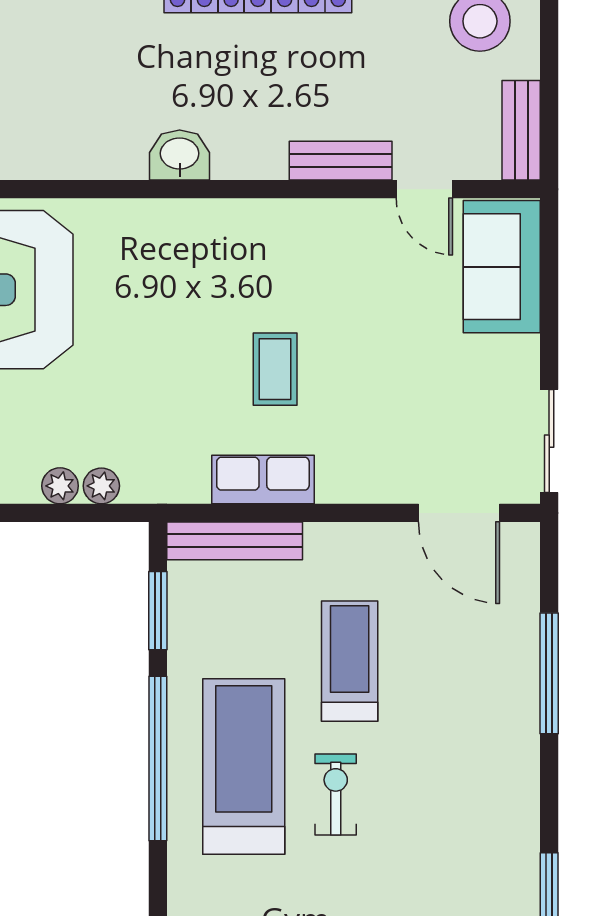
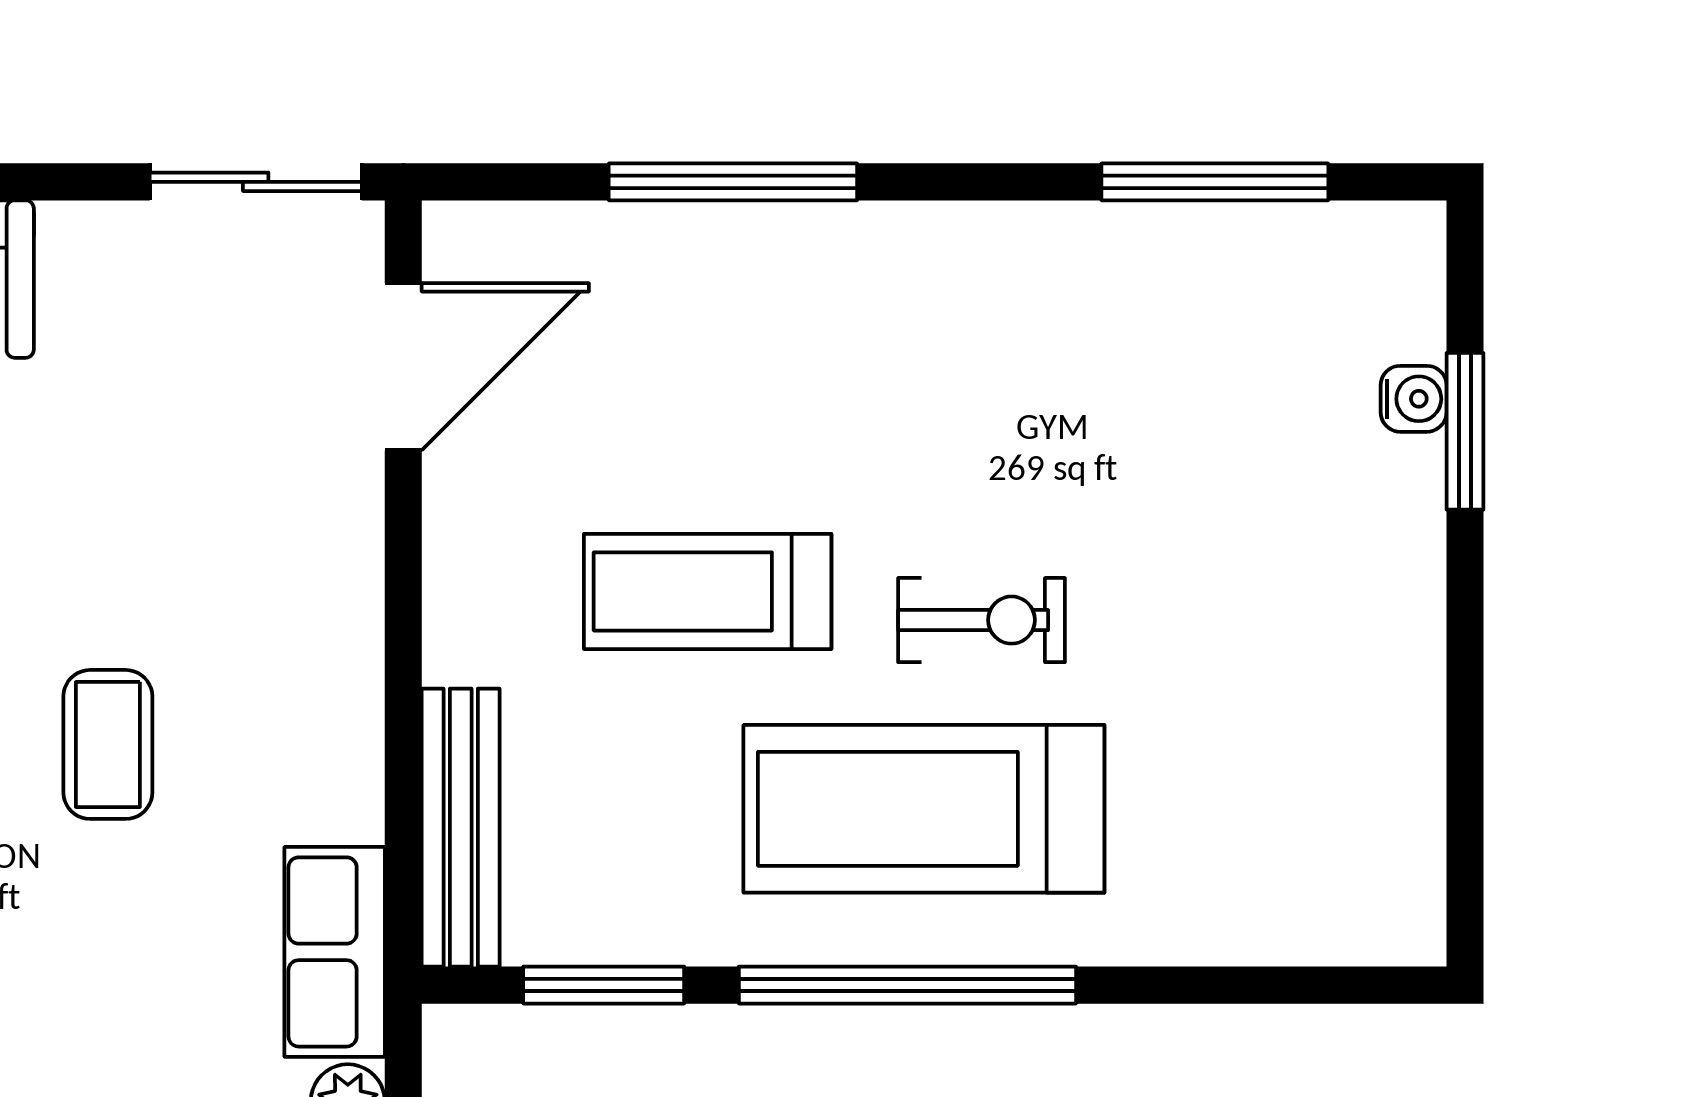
coffee table: (275, 369) -> (108, 744), turned 90
row of seats: (263, 479) -> (335, 952), moved
exercise bike: (336, 795) -> (981, 620), turned 180

